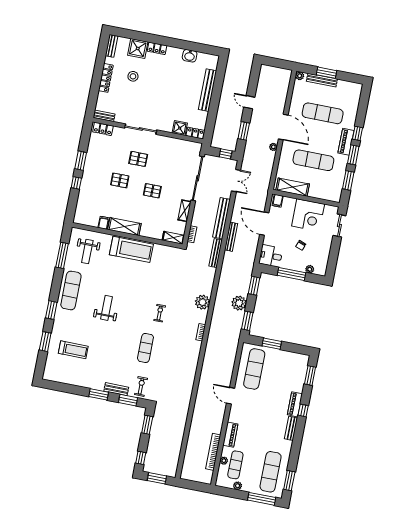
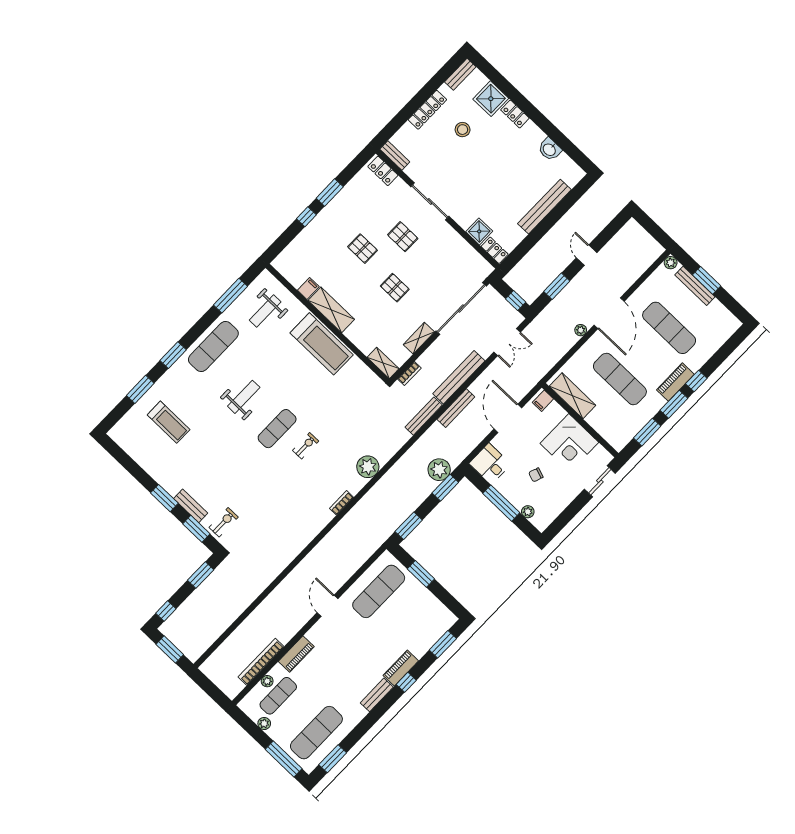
plant: (239, 303) -> (439, 470), moved
exercise mat: (145, 348) -> (277, 429), moved

